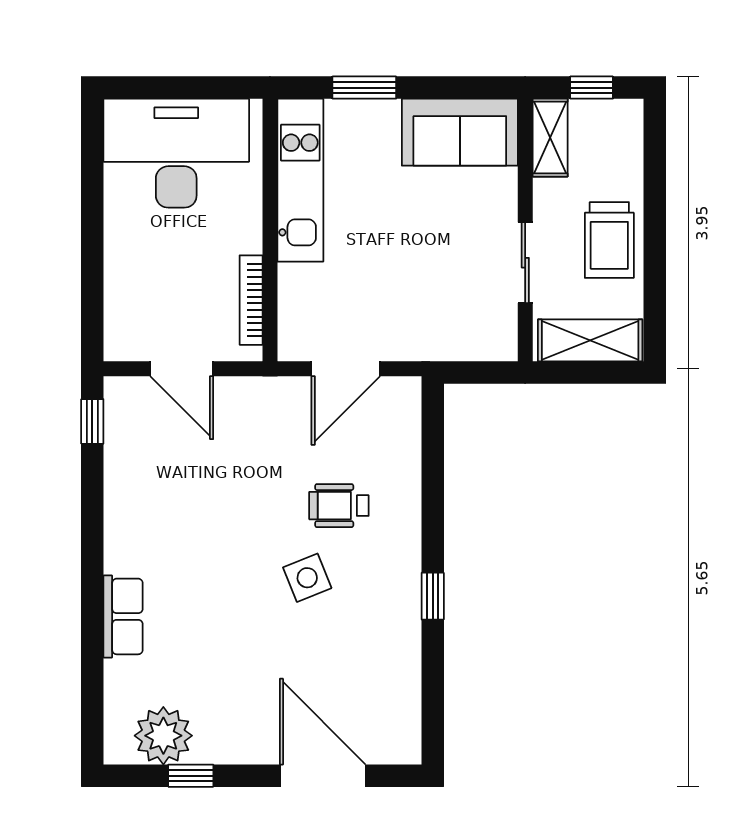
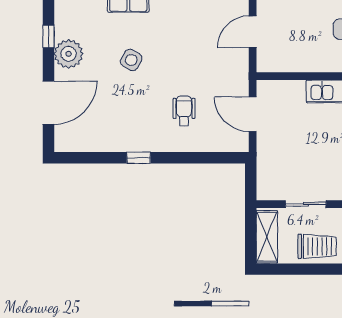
trolley: (609, 240) -> (317, 246), turned 180
bookcase: (251, 300) -> (287, 67), removed
side table: (307, 578) -> (131, 60), moved, turned -38
plant: (163, 736) -> (69, 54), moved

